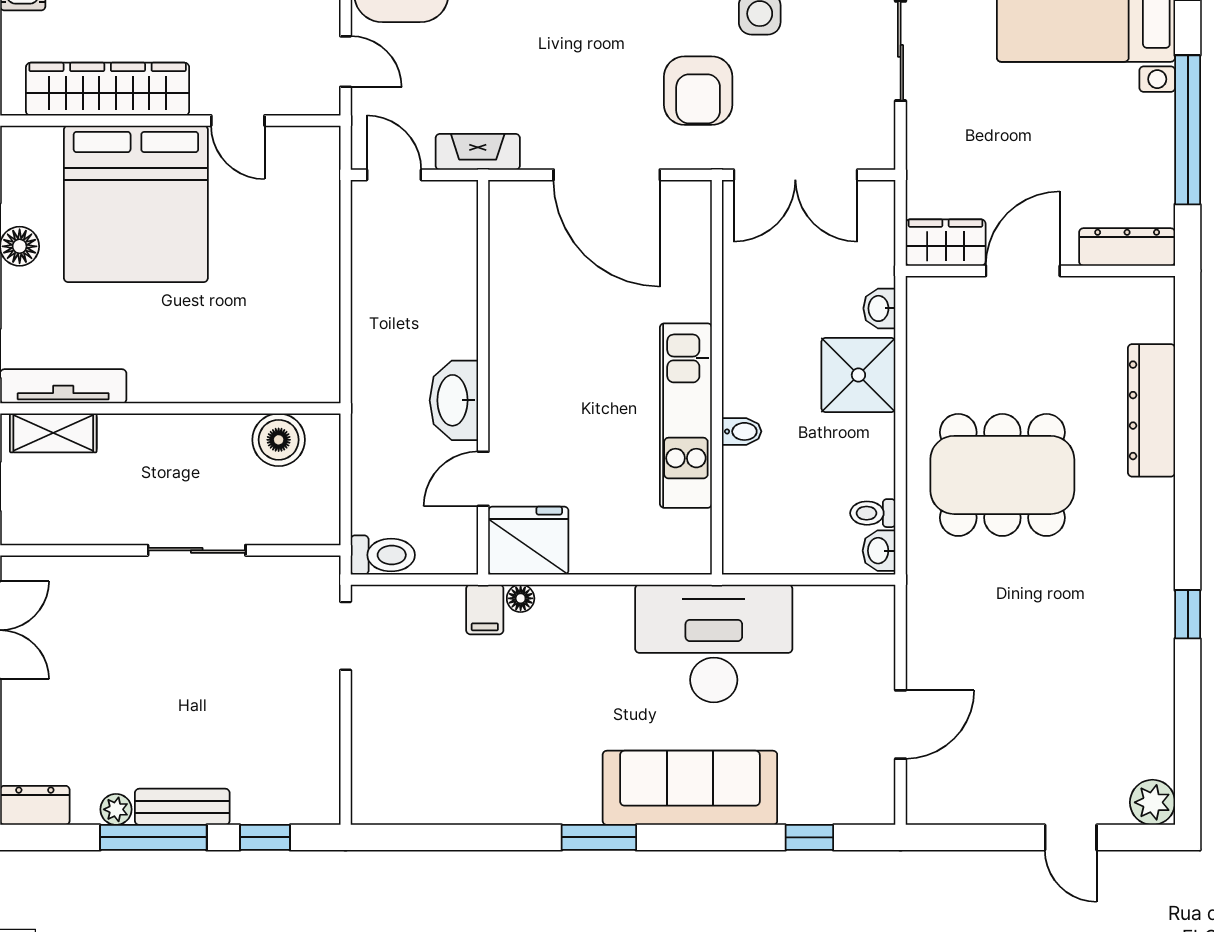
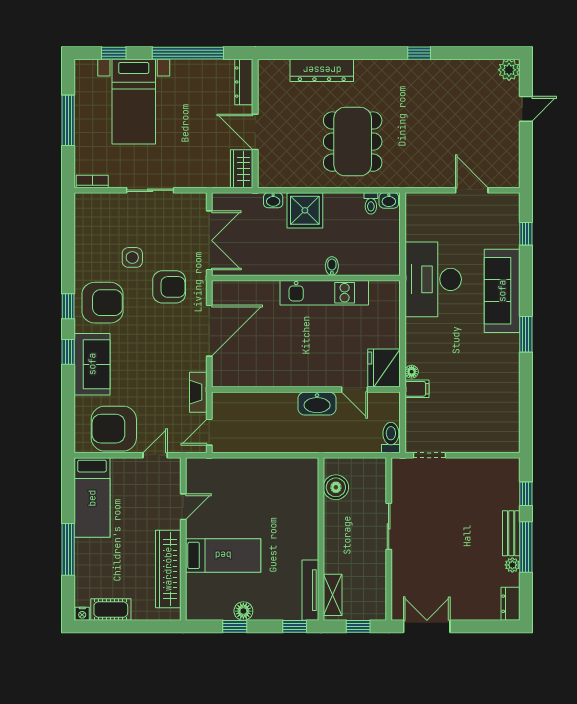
bed: (136, 204) -> (223, 555), width x0.49

